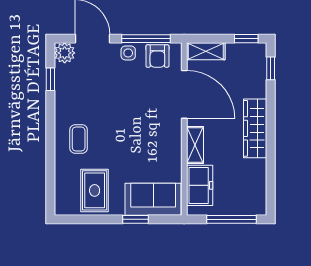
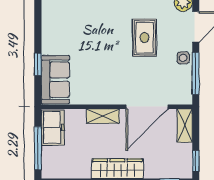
armchair: (157, 56) -> (181, 83), removed
coffee table: (79, 139) -> (108, 15), removed
freezer: (200, 185) -> (53, 127), moved, turned -90
rug: (95, 190) -> (144, 38), moved, turned 90

